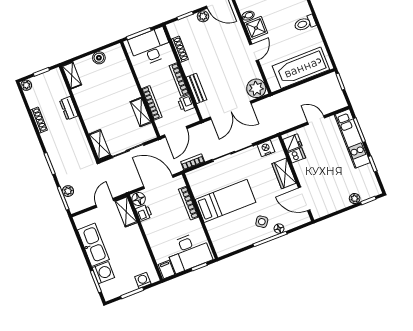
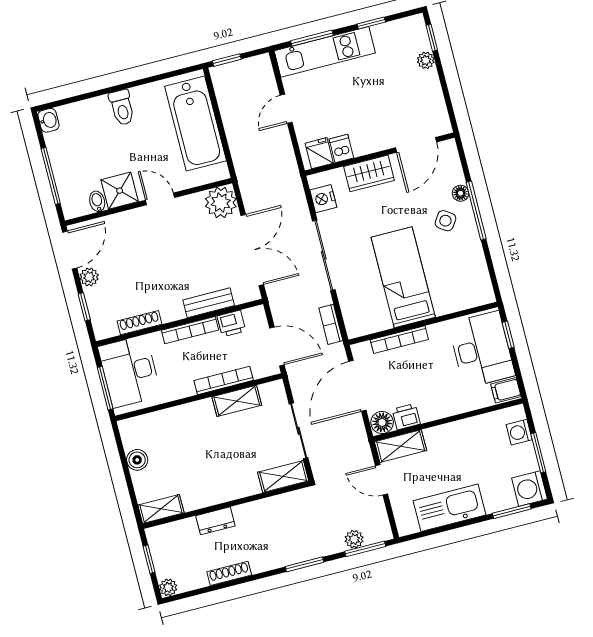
washing machine: (103, 273) -> (529, 489), moved, turned -90

